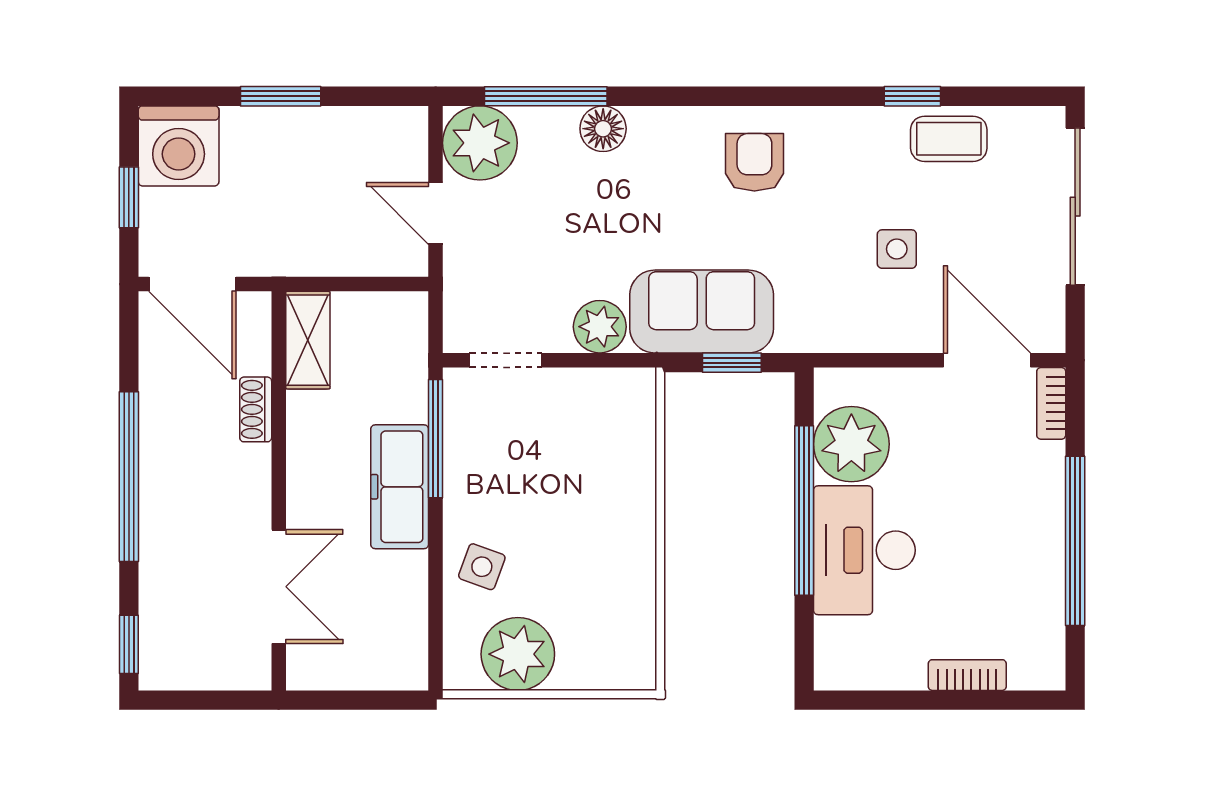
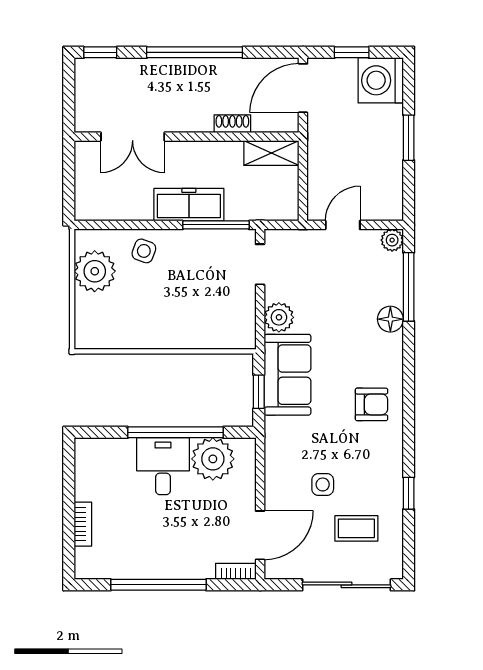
coffee table: (949, 139) -> (356, 528), moved, turned 90
plant: (480, 143) -> (392, 240), width x0.53, depth x0.53
desk: (864, 550) -> (163, 466), width x0.73

